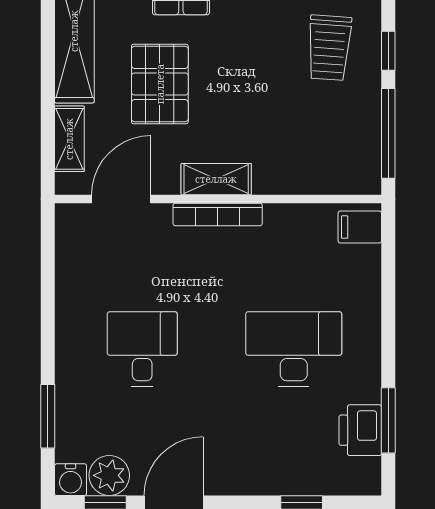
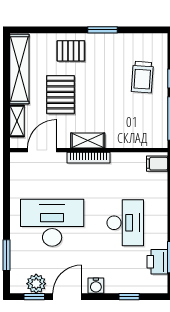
desk: (142, 349) -> (52, 223), width x1.87, depth x1.30
desk: (294, 349) -> (125, 223), turned 90
water cooler: (71, 480) -> (96, 286), moved

